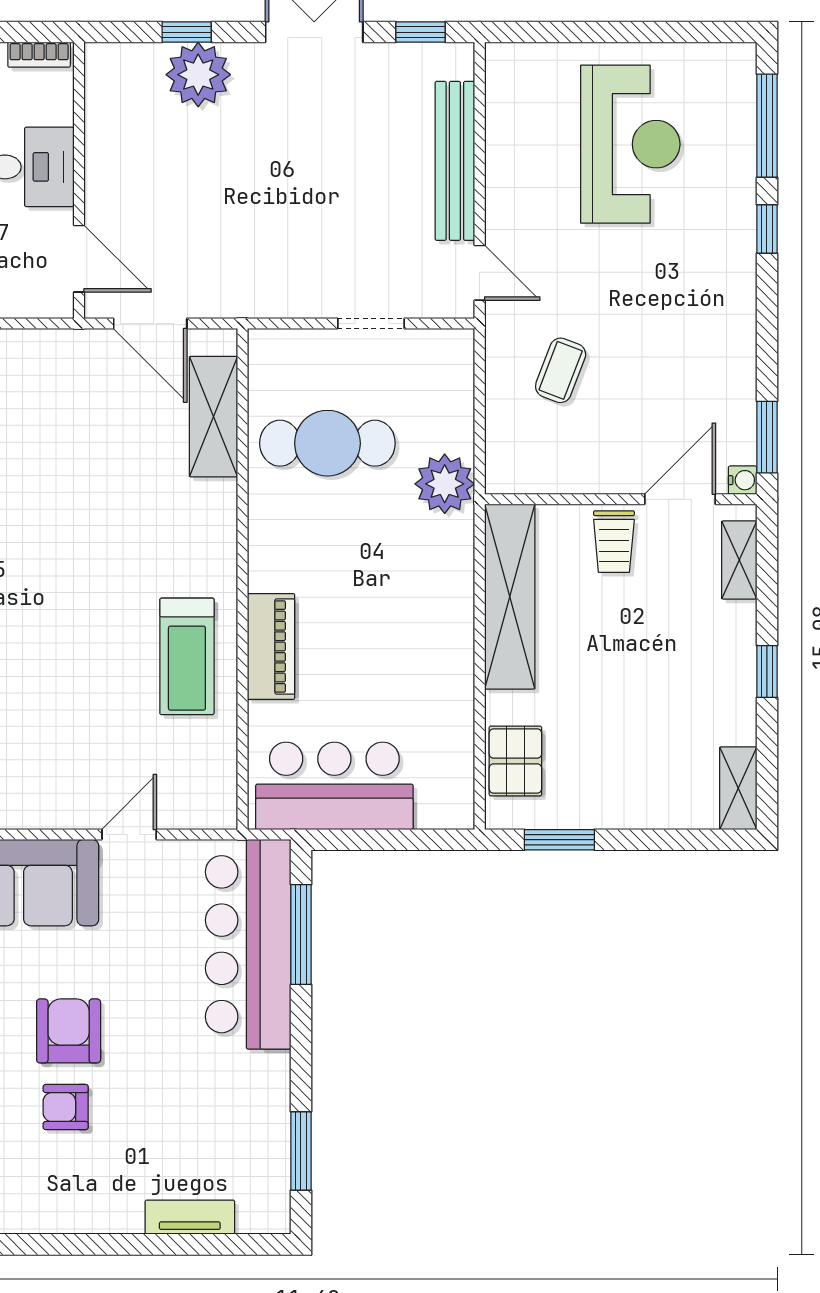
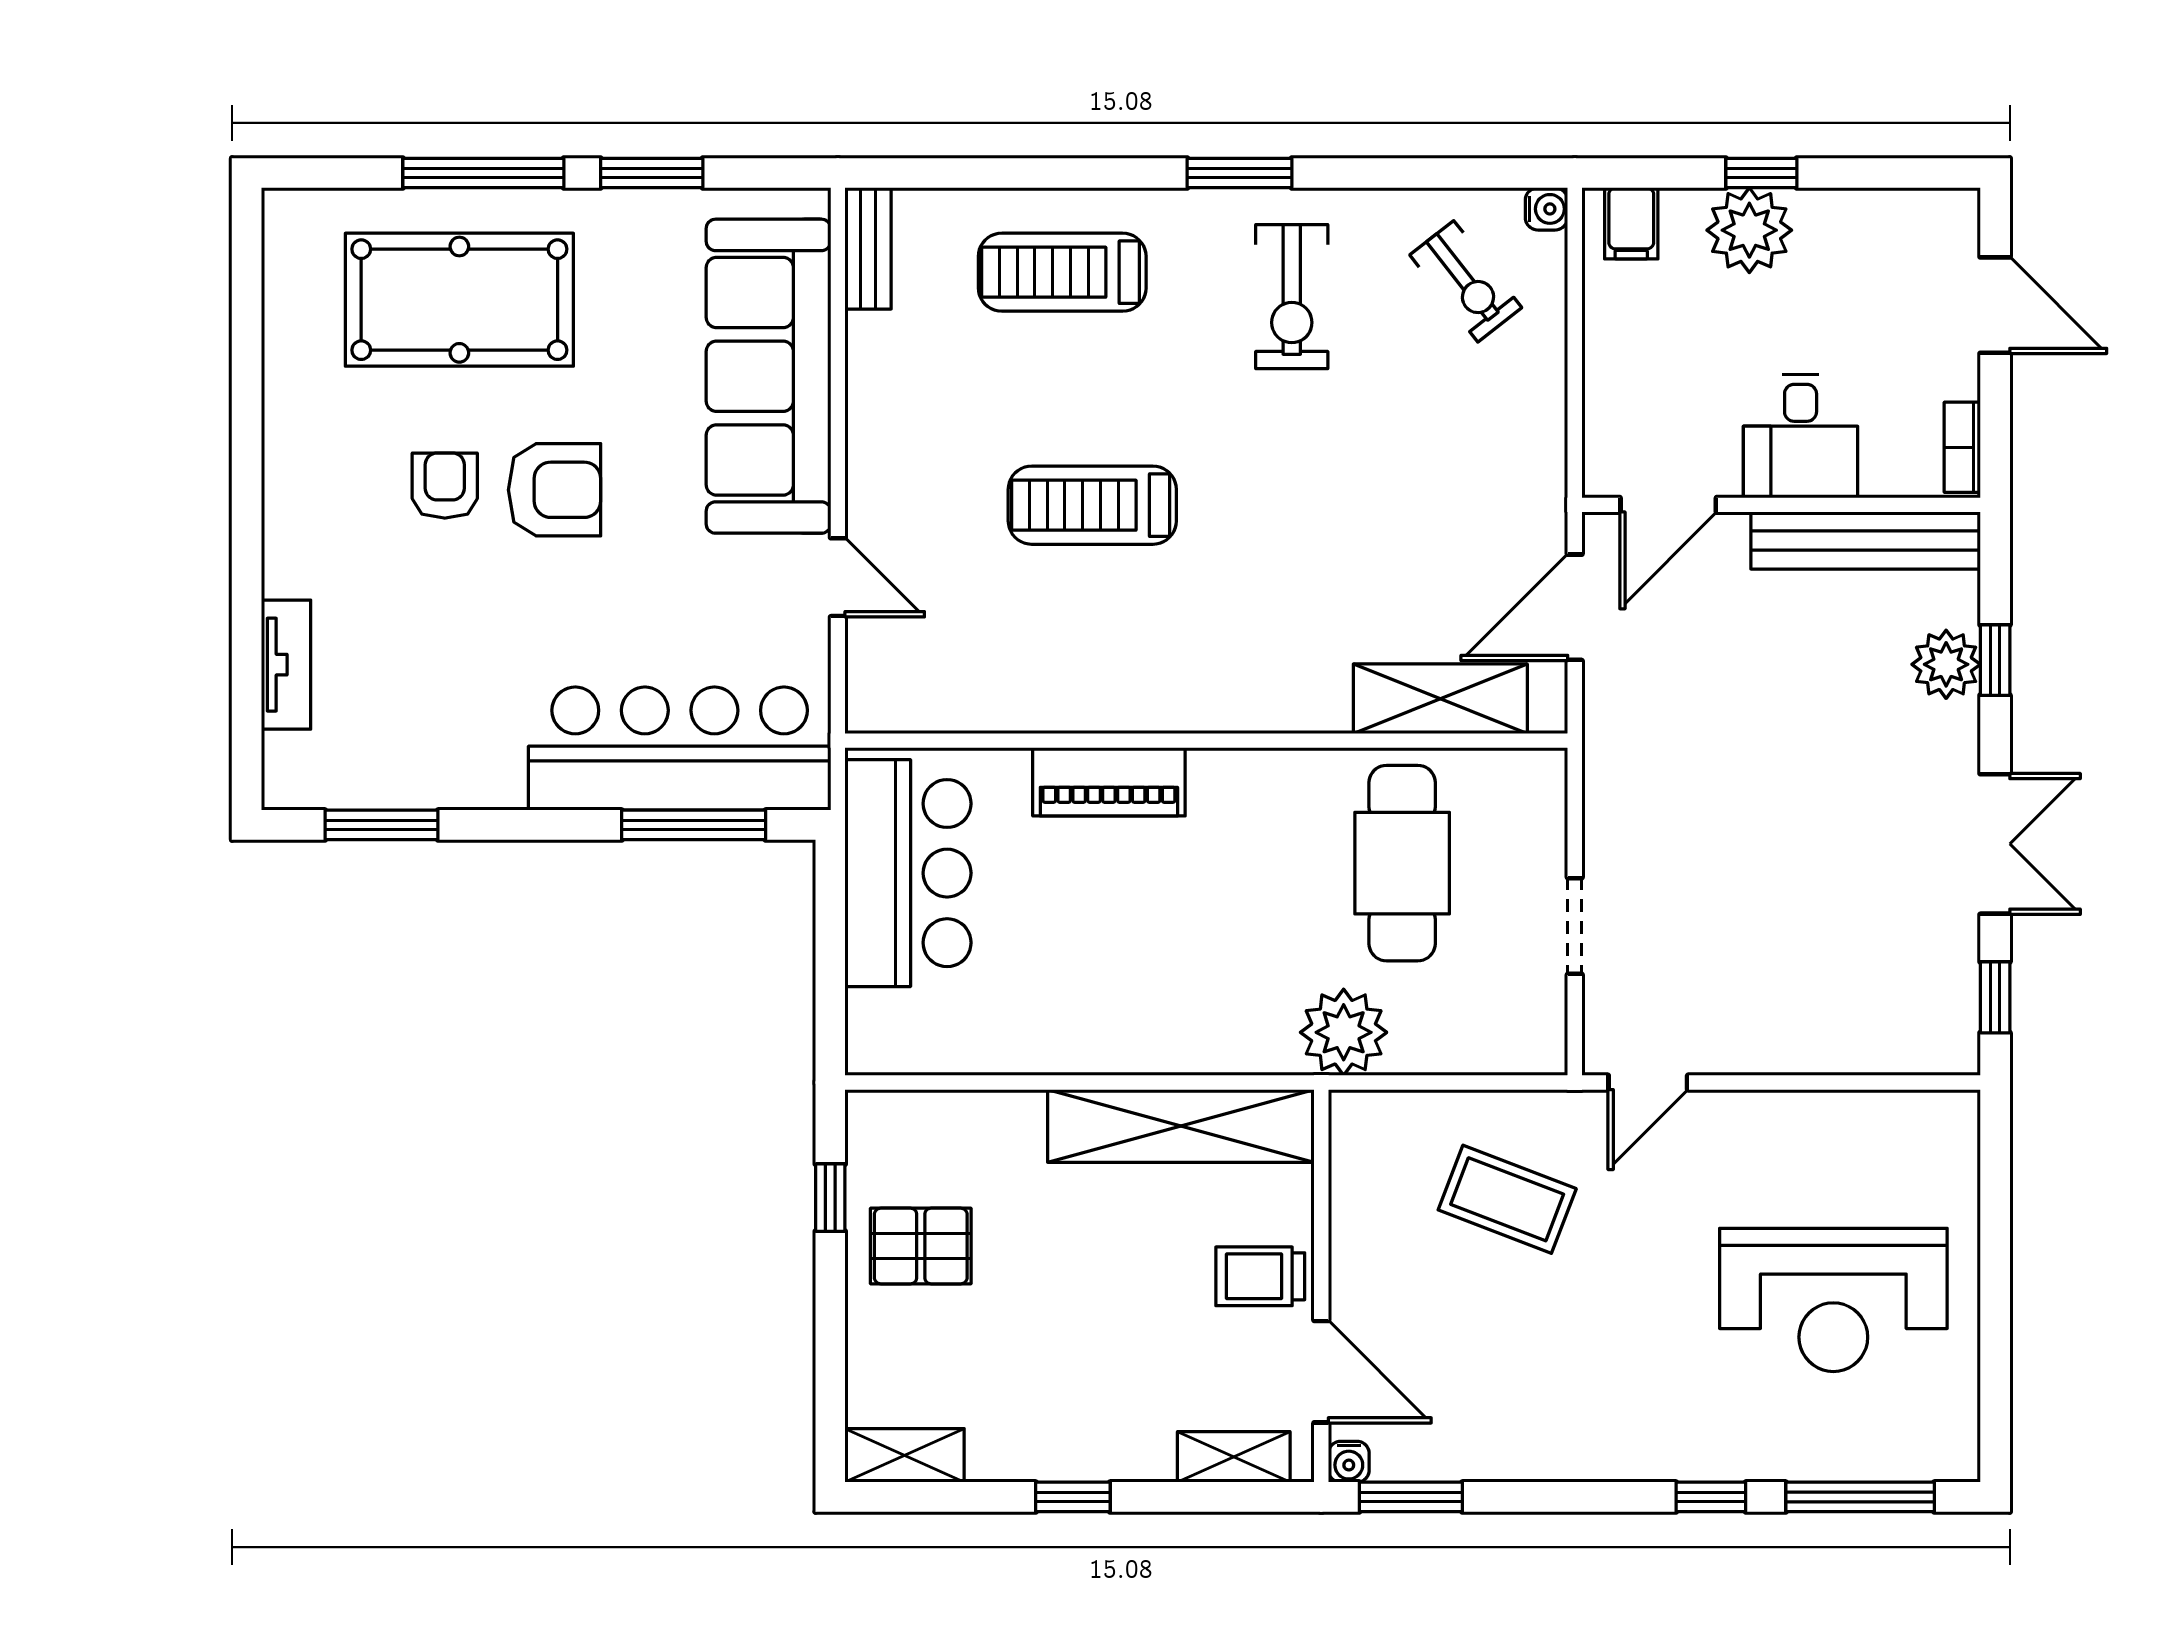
plant: (198, 75) -> (1946, 664), width x0.73, depth x0.73
bench: (455, 161) -> (1866, 540), moved
coffee table: (561, 370) -> (1507, 1199), width x1.36, depth x1.30
treadmill: (187, 656) -> (1092, 505), moved
pallet: (515, 761) -> (921, 1246), moved
window: (559, 840) -> (830, 1198), width x0.67

